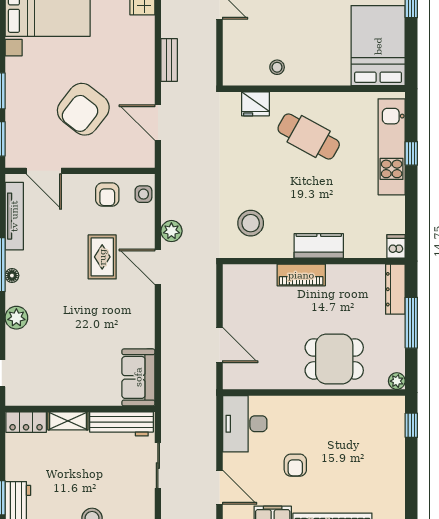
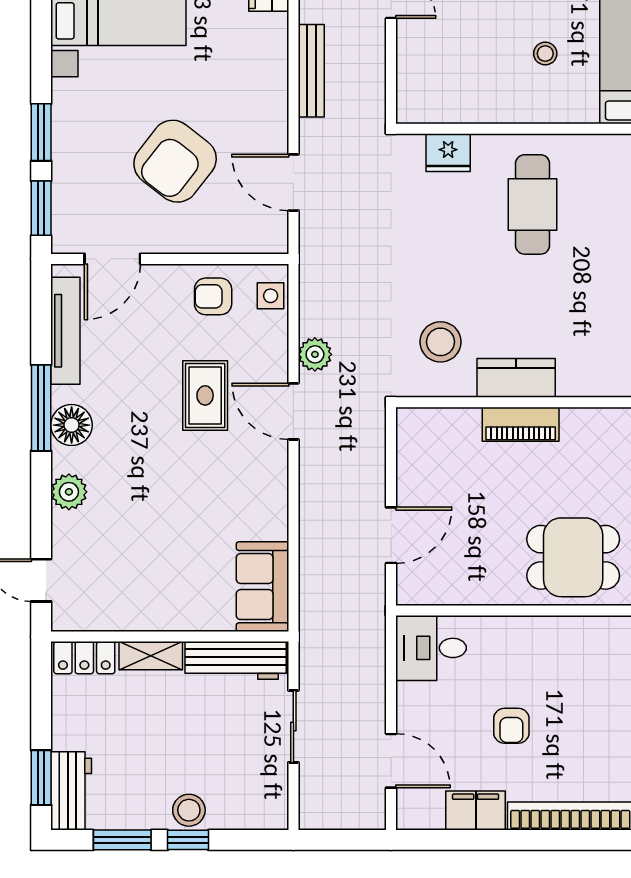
bench: (169, 60) -> (311, 71), width x1.36
stool: (277, 67) -> (545, 54), moved
cafe table: (309, 136) -> (533, 204), turned 61
door: (44, 171) -> (112, 259), hinge flipped
armchair: (107, 194) -> (213, 296), turned 90
kitchen counter: (319, 246) -> (516, 378), moved
floor lamp: (12, 276) -> (72, 425), width x1.89, depth x1.89
door: (219, 345) -> (391, 535), hinge flipped
desk: (245, 424) -> (431, 648), width x0.73

